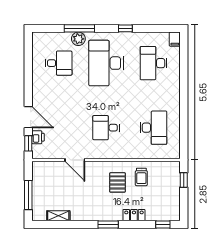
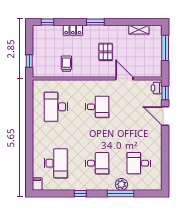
desk: (106, 63) -> (97, 163), width x0.53, depth x0.77
printer: (38, 137) -> (157, 88), moved
pallet: (117, 182) -> (106, 52), moved

